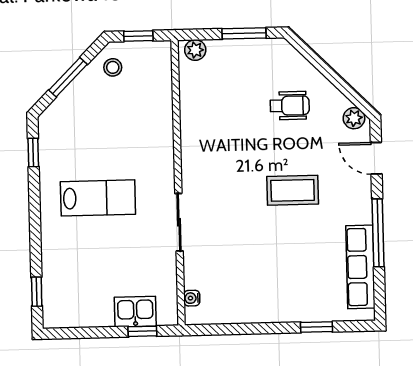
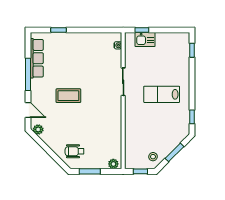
wheelchair: (290, 106) -> (74, 151), moved

